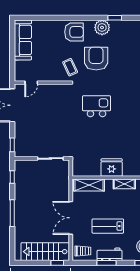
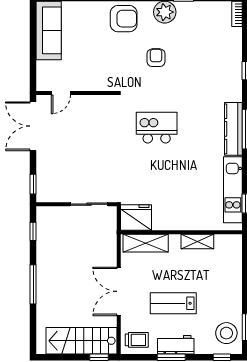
armchair: (96, 59) -> (156, 58), width x0.53, depth x0.53
coffee table: (70, 67) -> (118, 70), removed
fridge: (112, 168) -> (136, 218), moved

